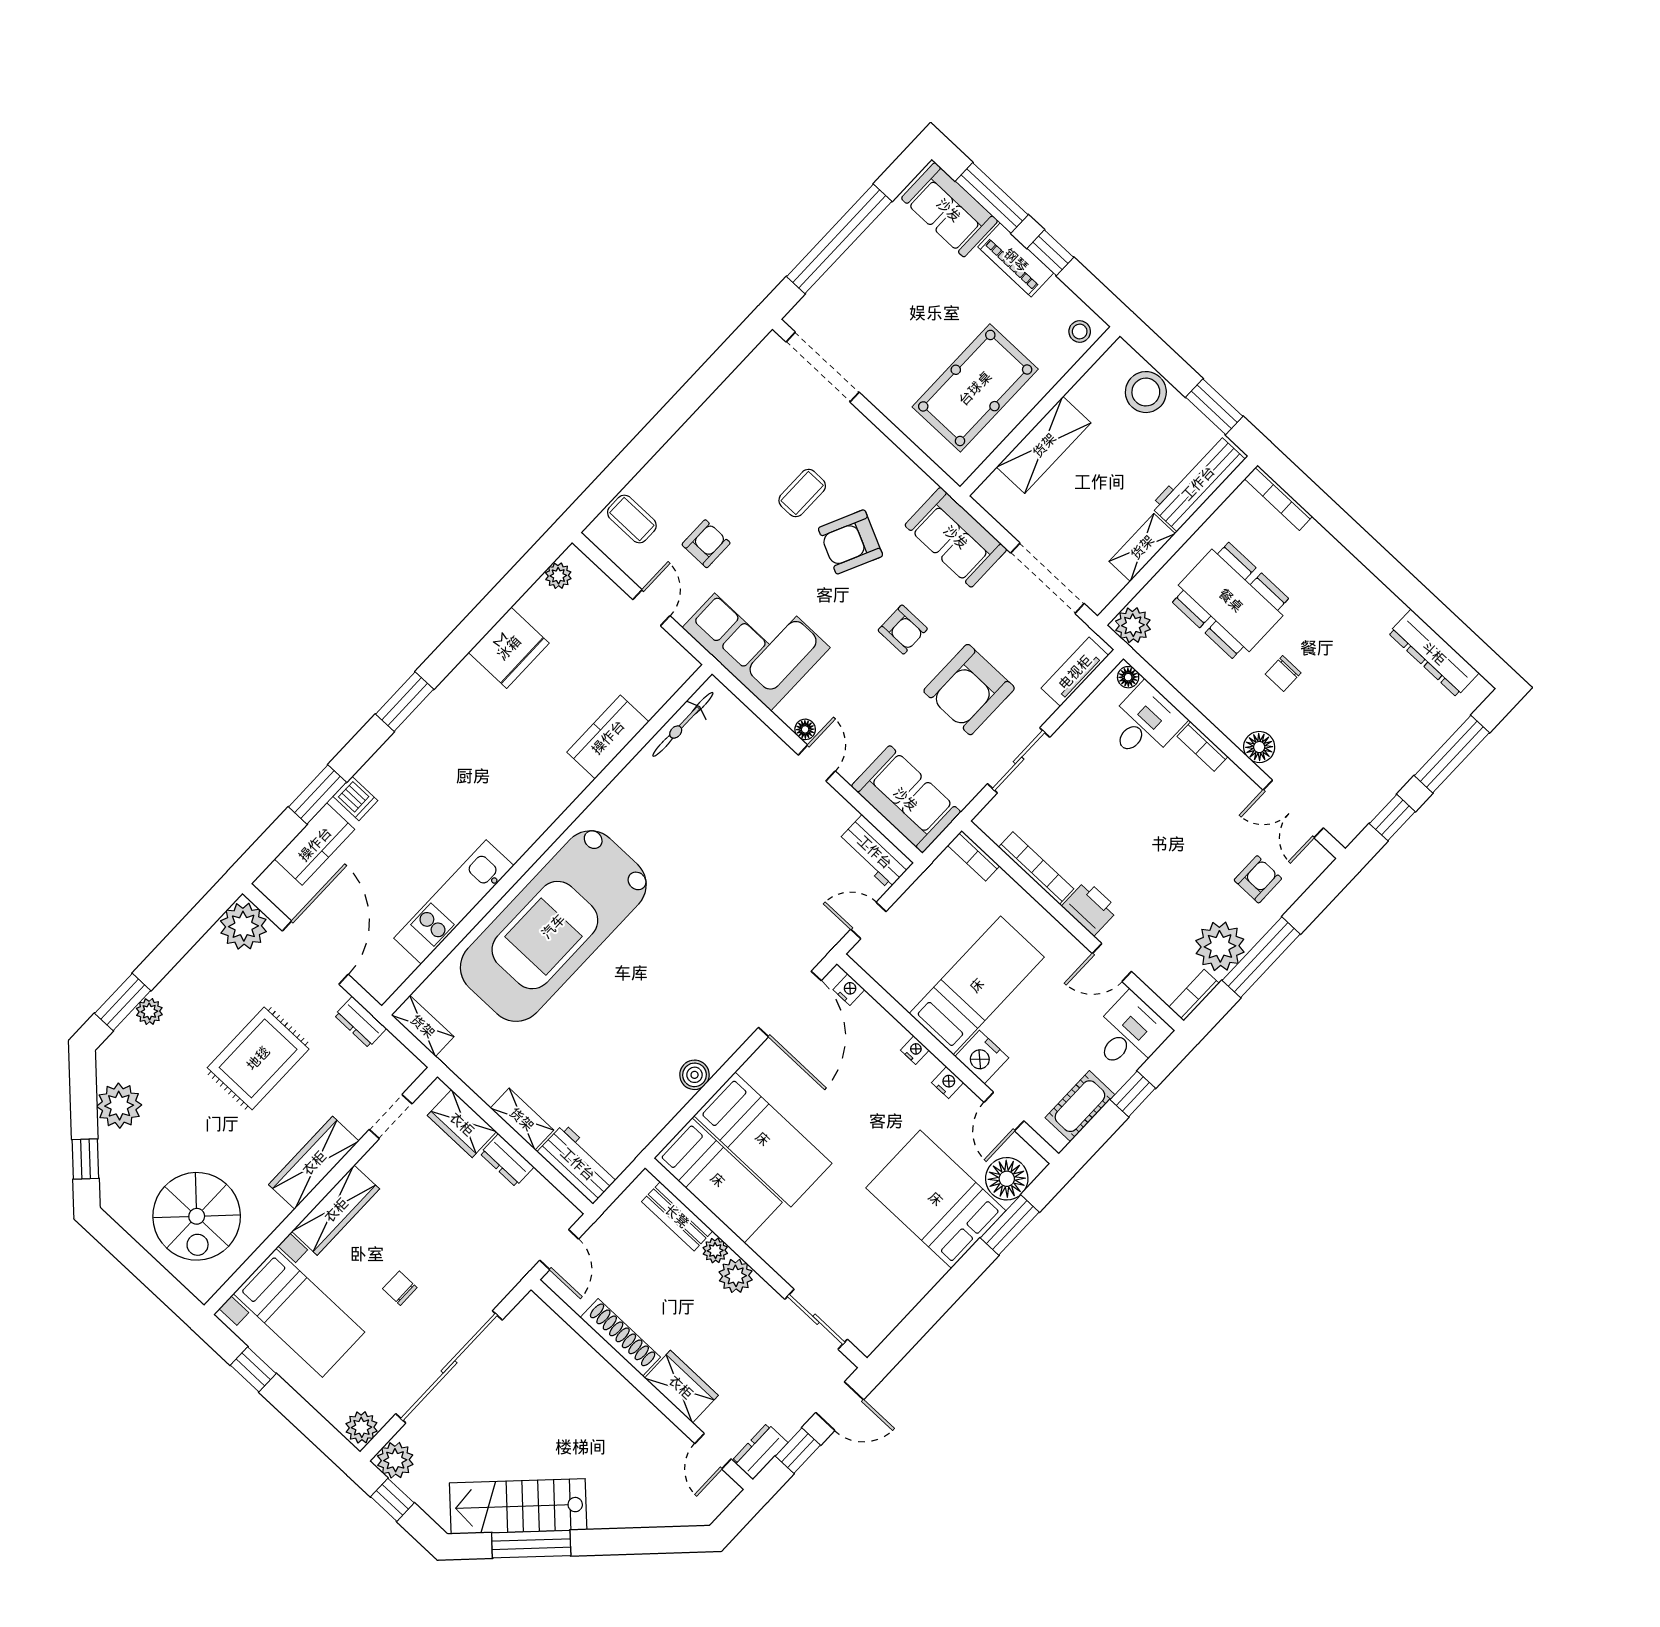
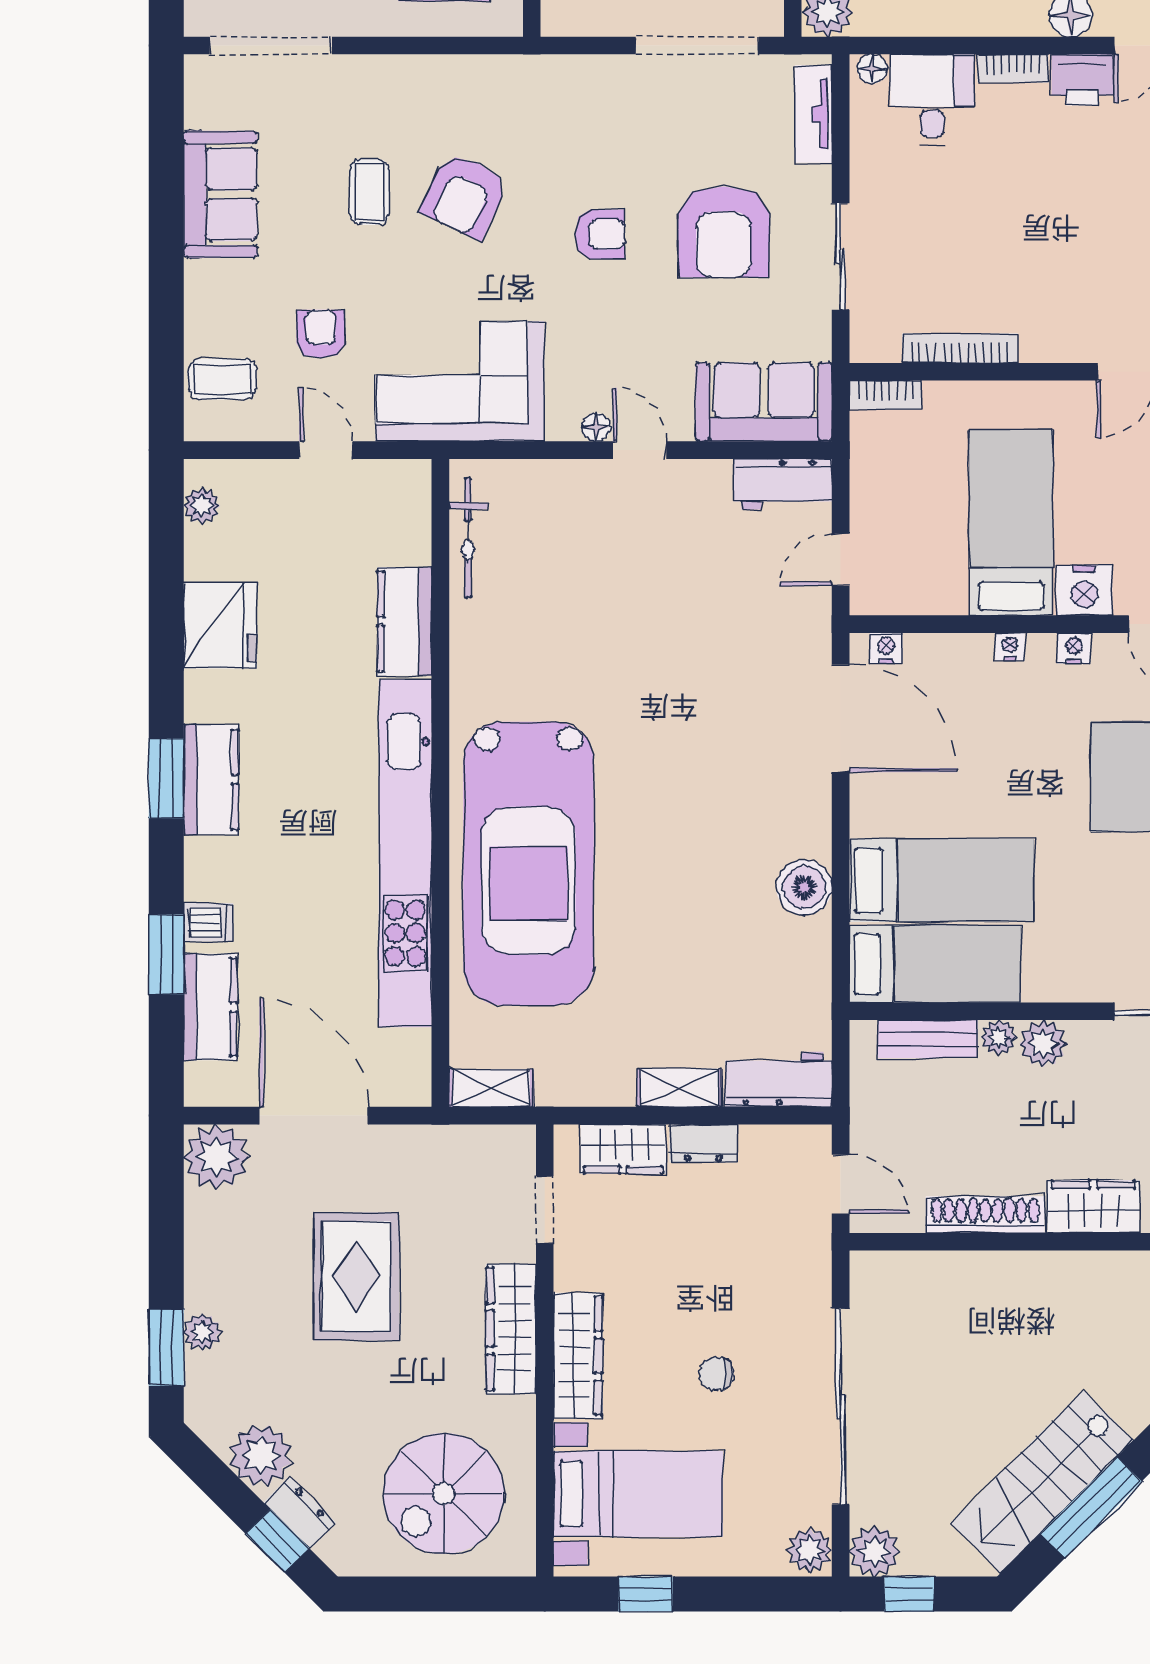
sofa: (956, 537) -> (220, 194), moved, turned -90
kitchen counter: (428, 725) -> (211, 780), added
kitchen unit: (454, 902) -> (405, 853), width x1.86
printer: (1090, 908) -> (1082, 80), moved, turned 180
dresser: (360, 1022) -> (300, 1512), moved, turned -135
boiler: (695, 1075) -> (804, 887), width x1.36, depth x1.36
spiral stairs: (197, 1216) -> (444, 1494), turned 90

